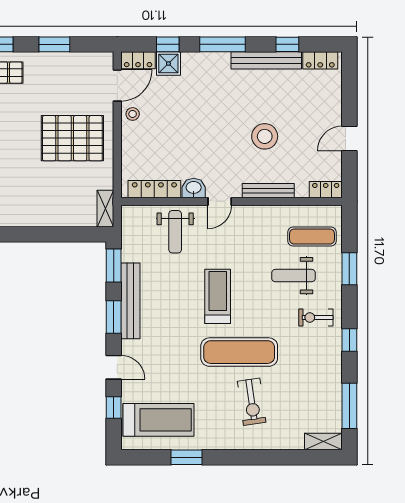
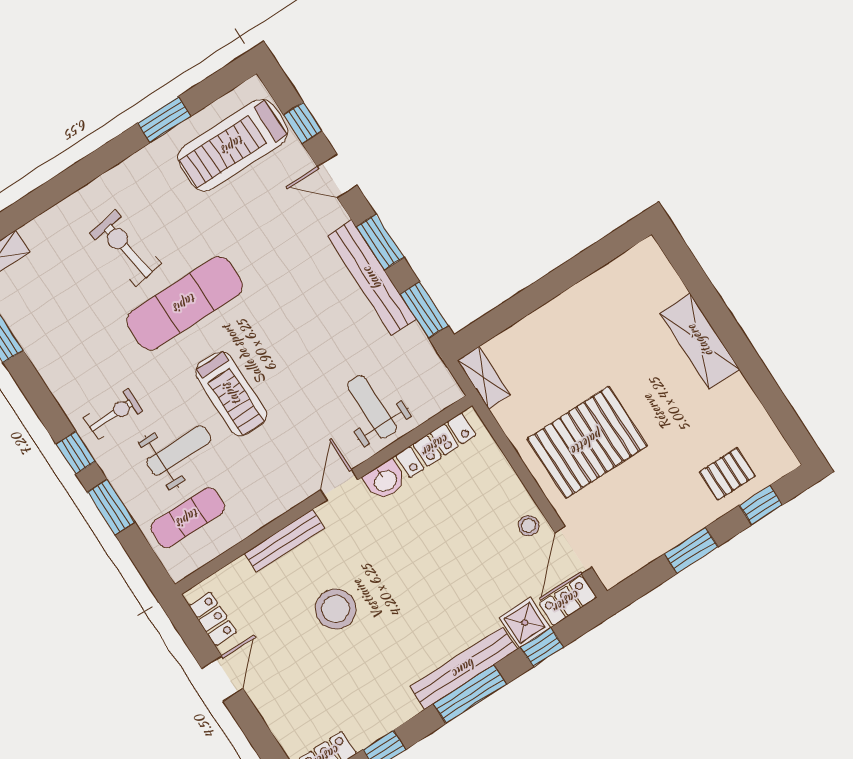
bench: (266, 60) -> (464, 668), moved
locker: (326, 190) -> (213, 619), moved, turned -90
treadmill: (218, 296) -> (231, 394), moved
window: (349, 340) -> (76, 453), moved

